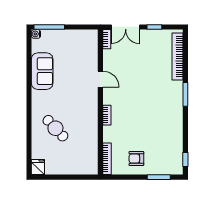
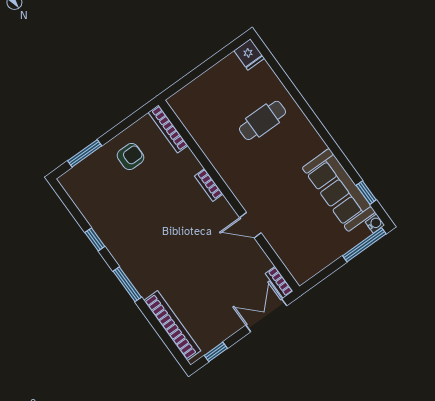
window: (154, 27) -> (216, 352), moved
window: (29, 53) -> (366, 193), added
sofa: (42, 71) -> (339, 190), width x1.36
cafe table: (55, 128) -> (263, 120), turned -47
window: (185, 160) -> (95, 239), moved

